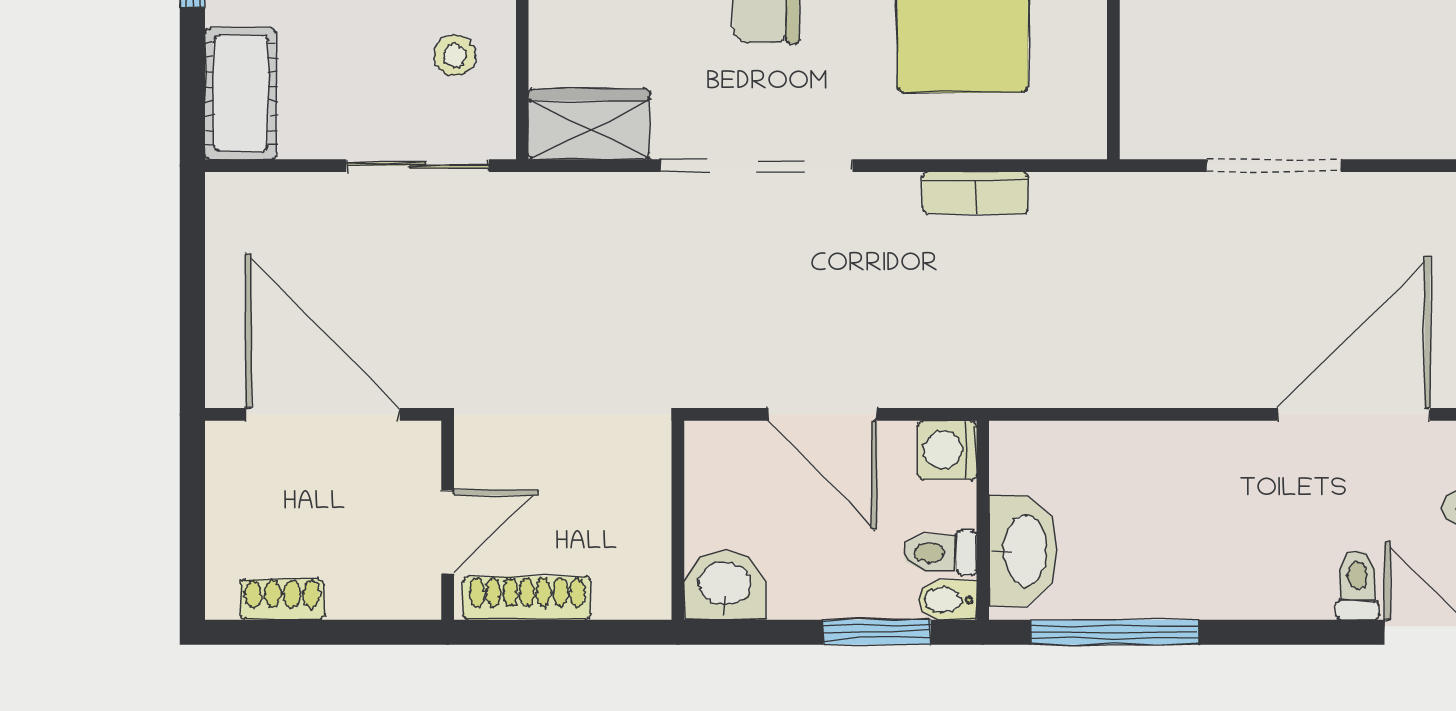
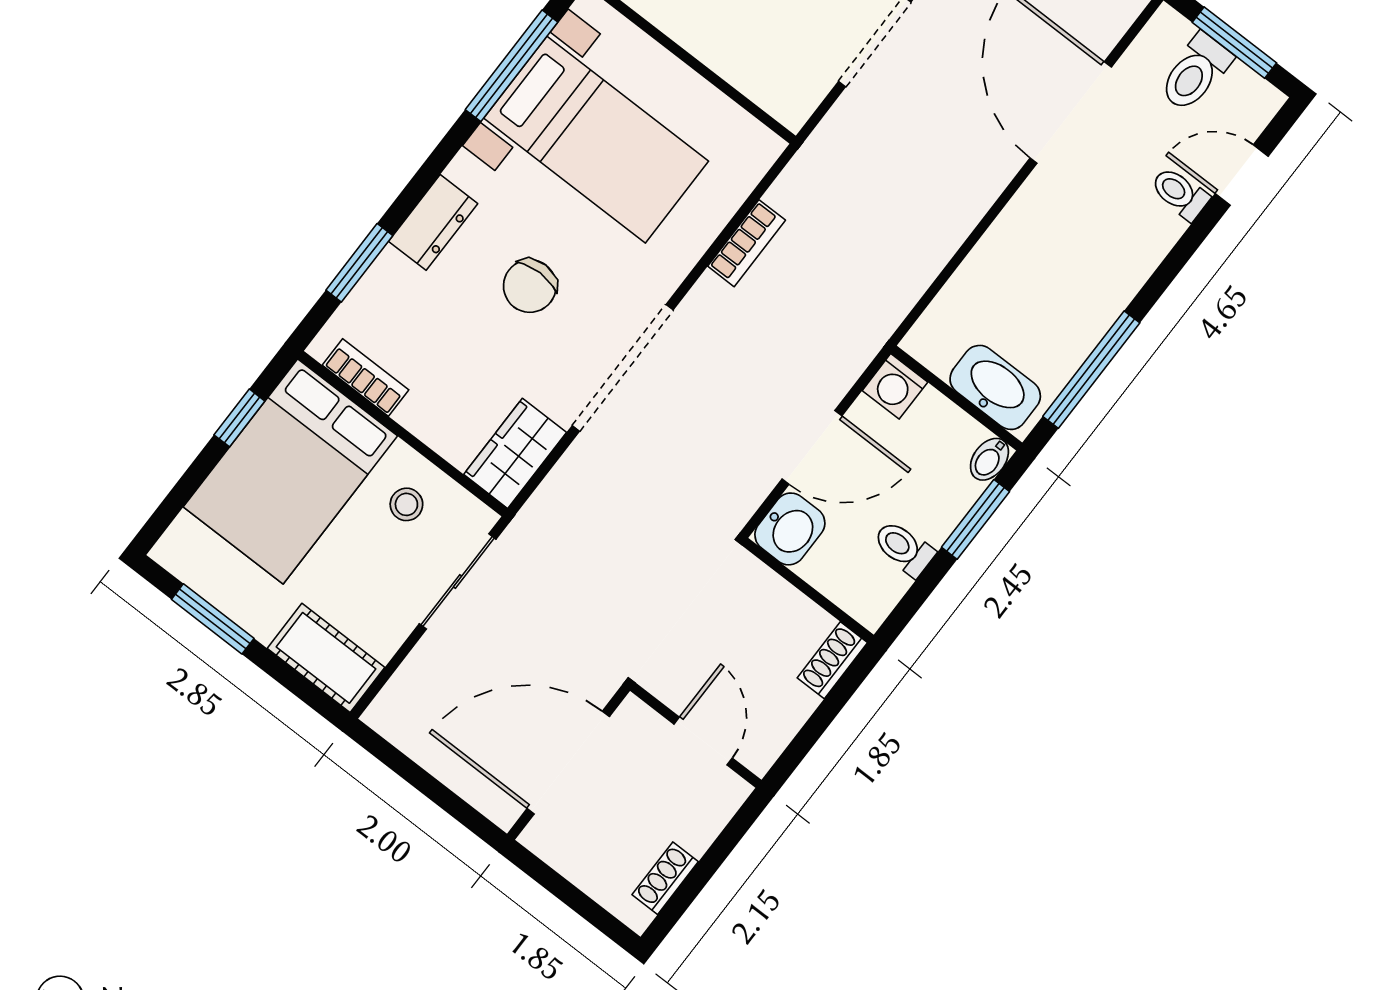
toilet: (940, 553) -> (904, 548), moved, turned 90
washbasin: (725, 585) -> (790, 529), moved, turned 180
shoe rack: (527, 598) -> (832, 660), moved, width x0.70

